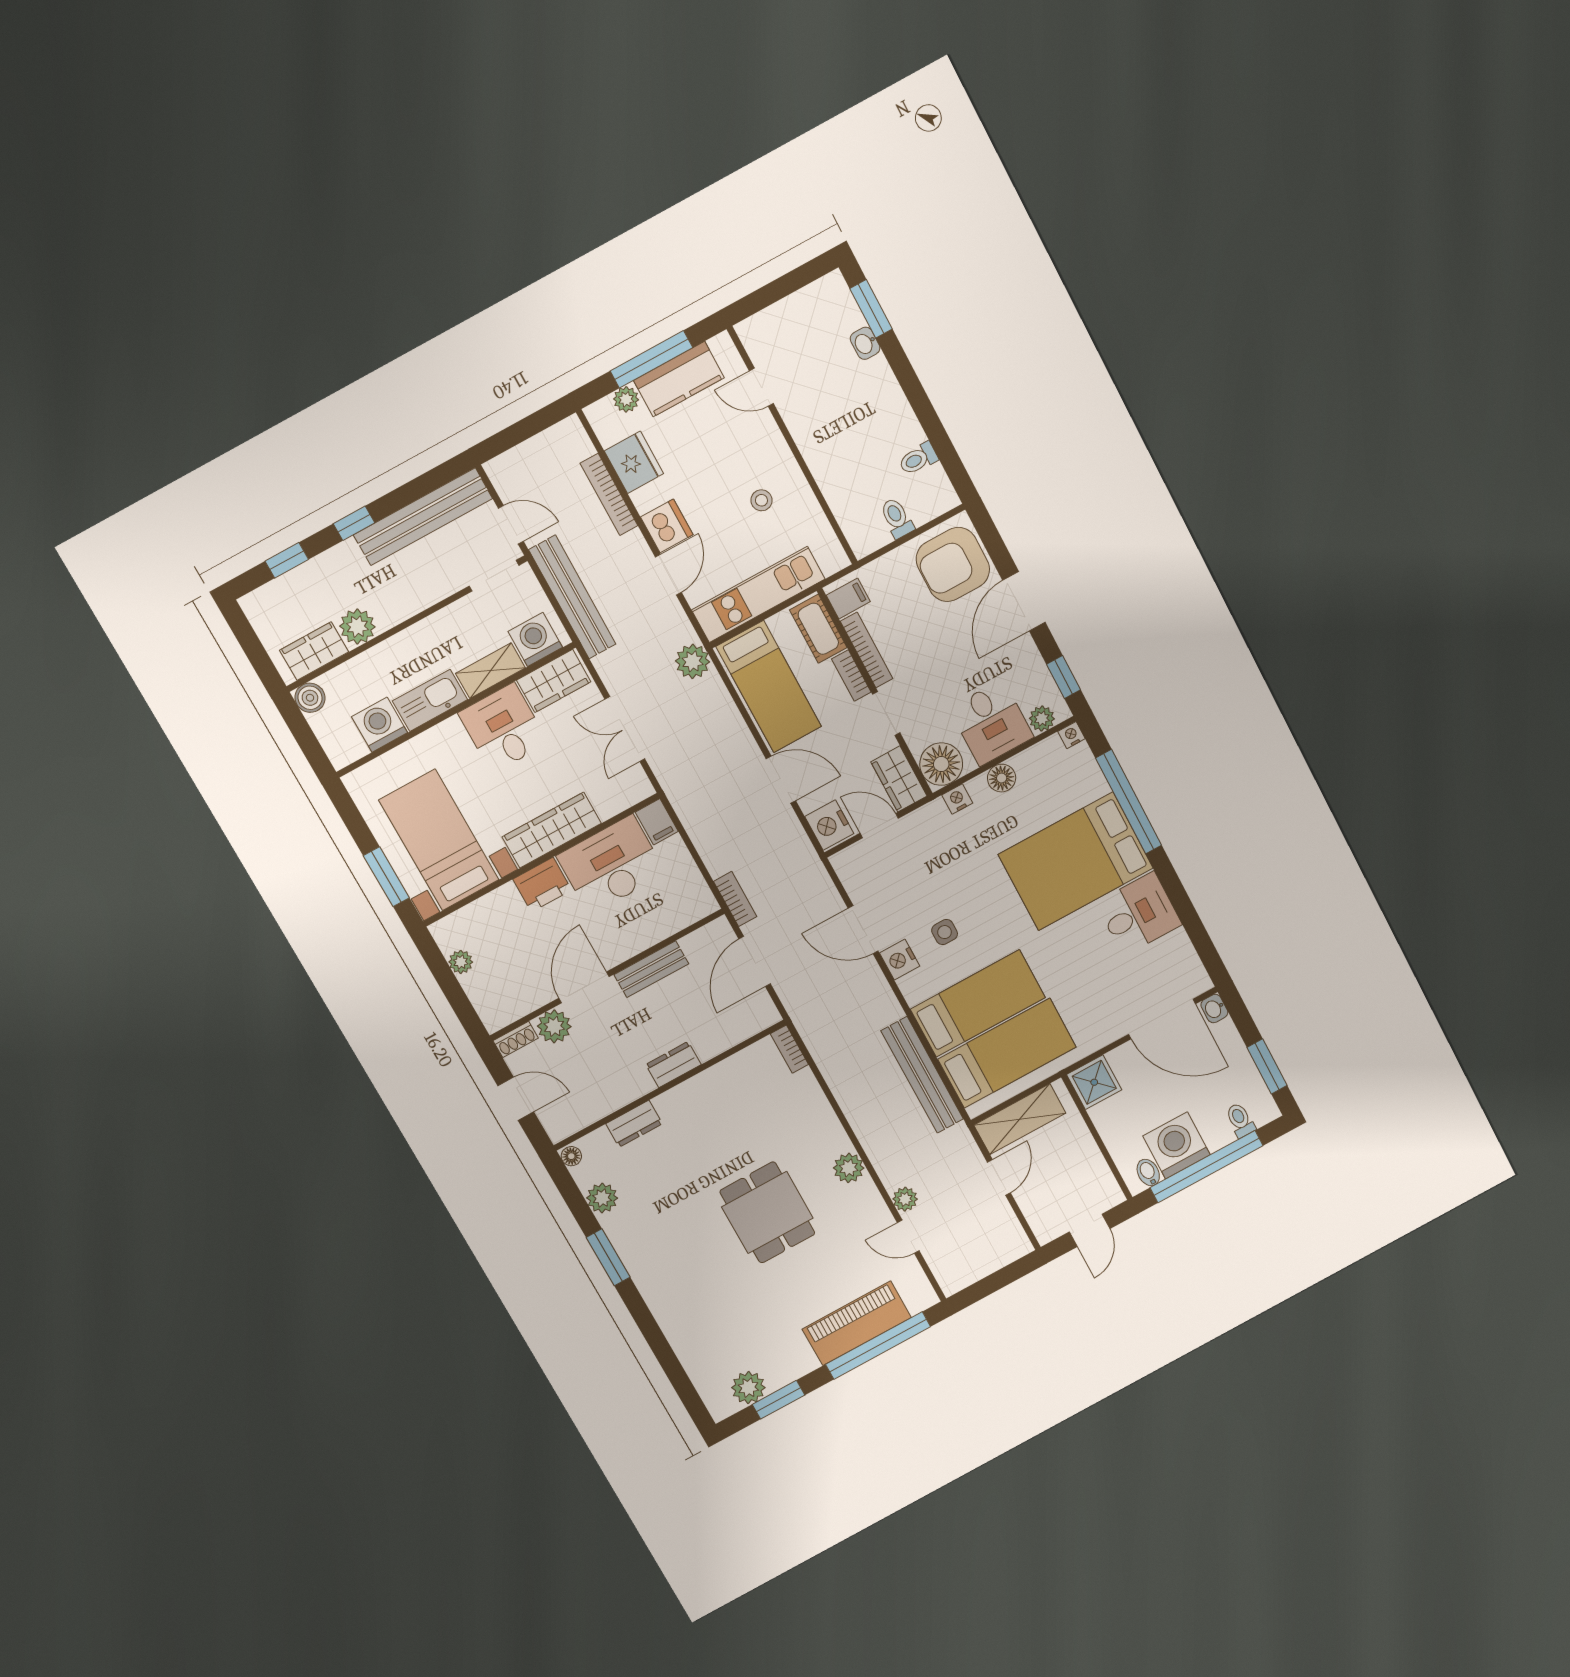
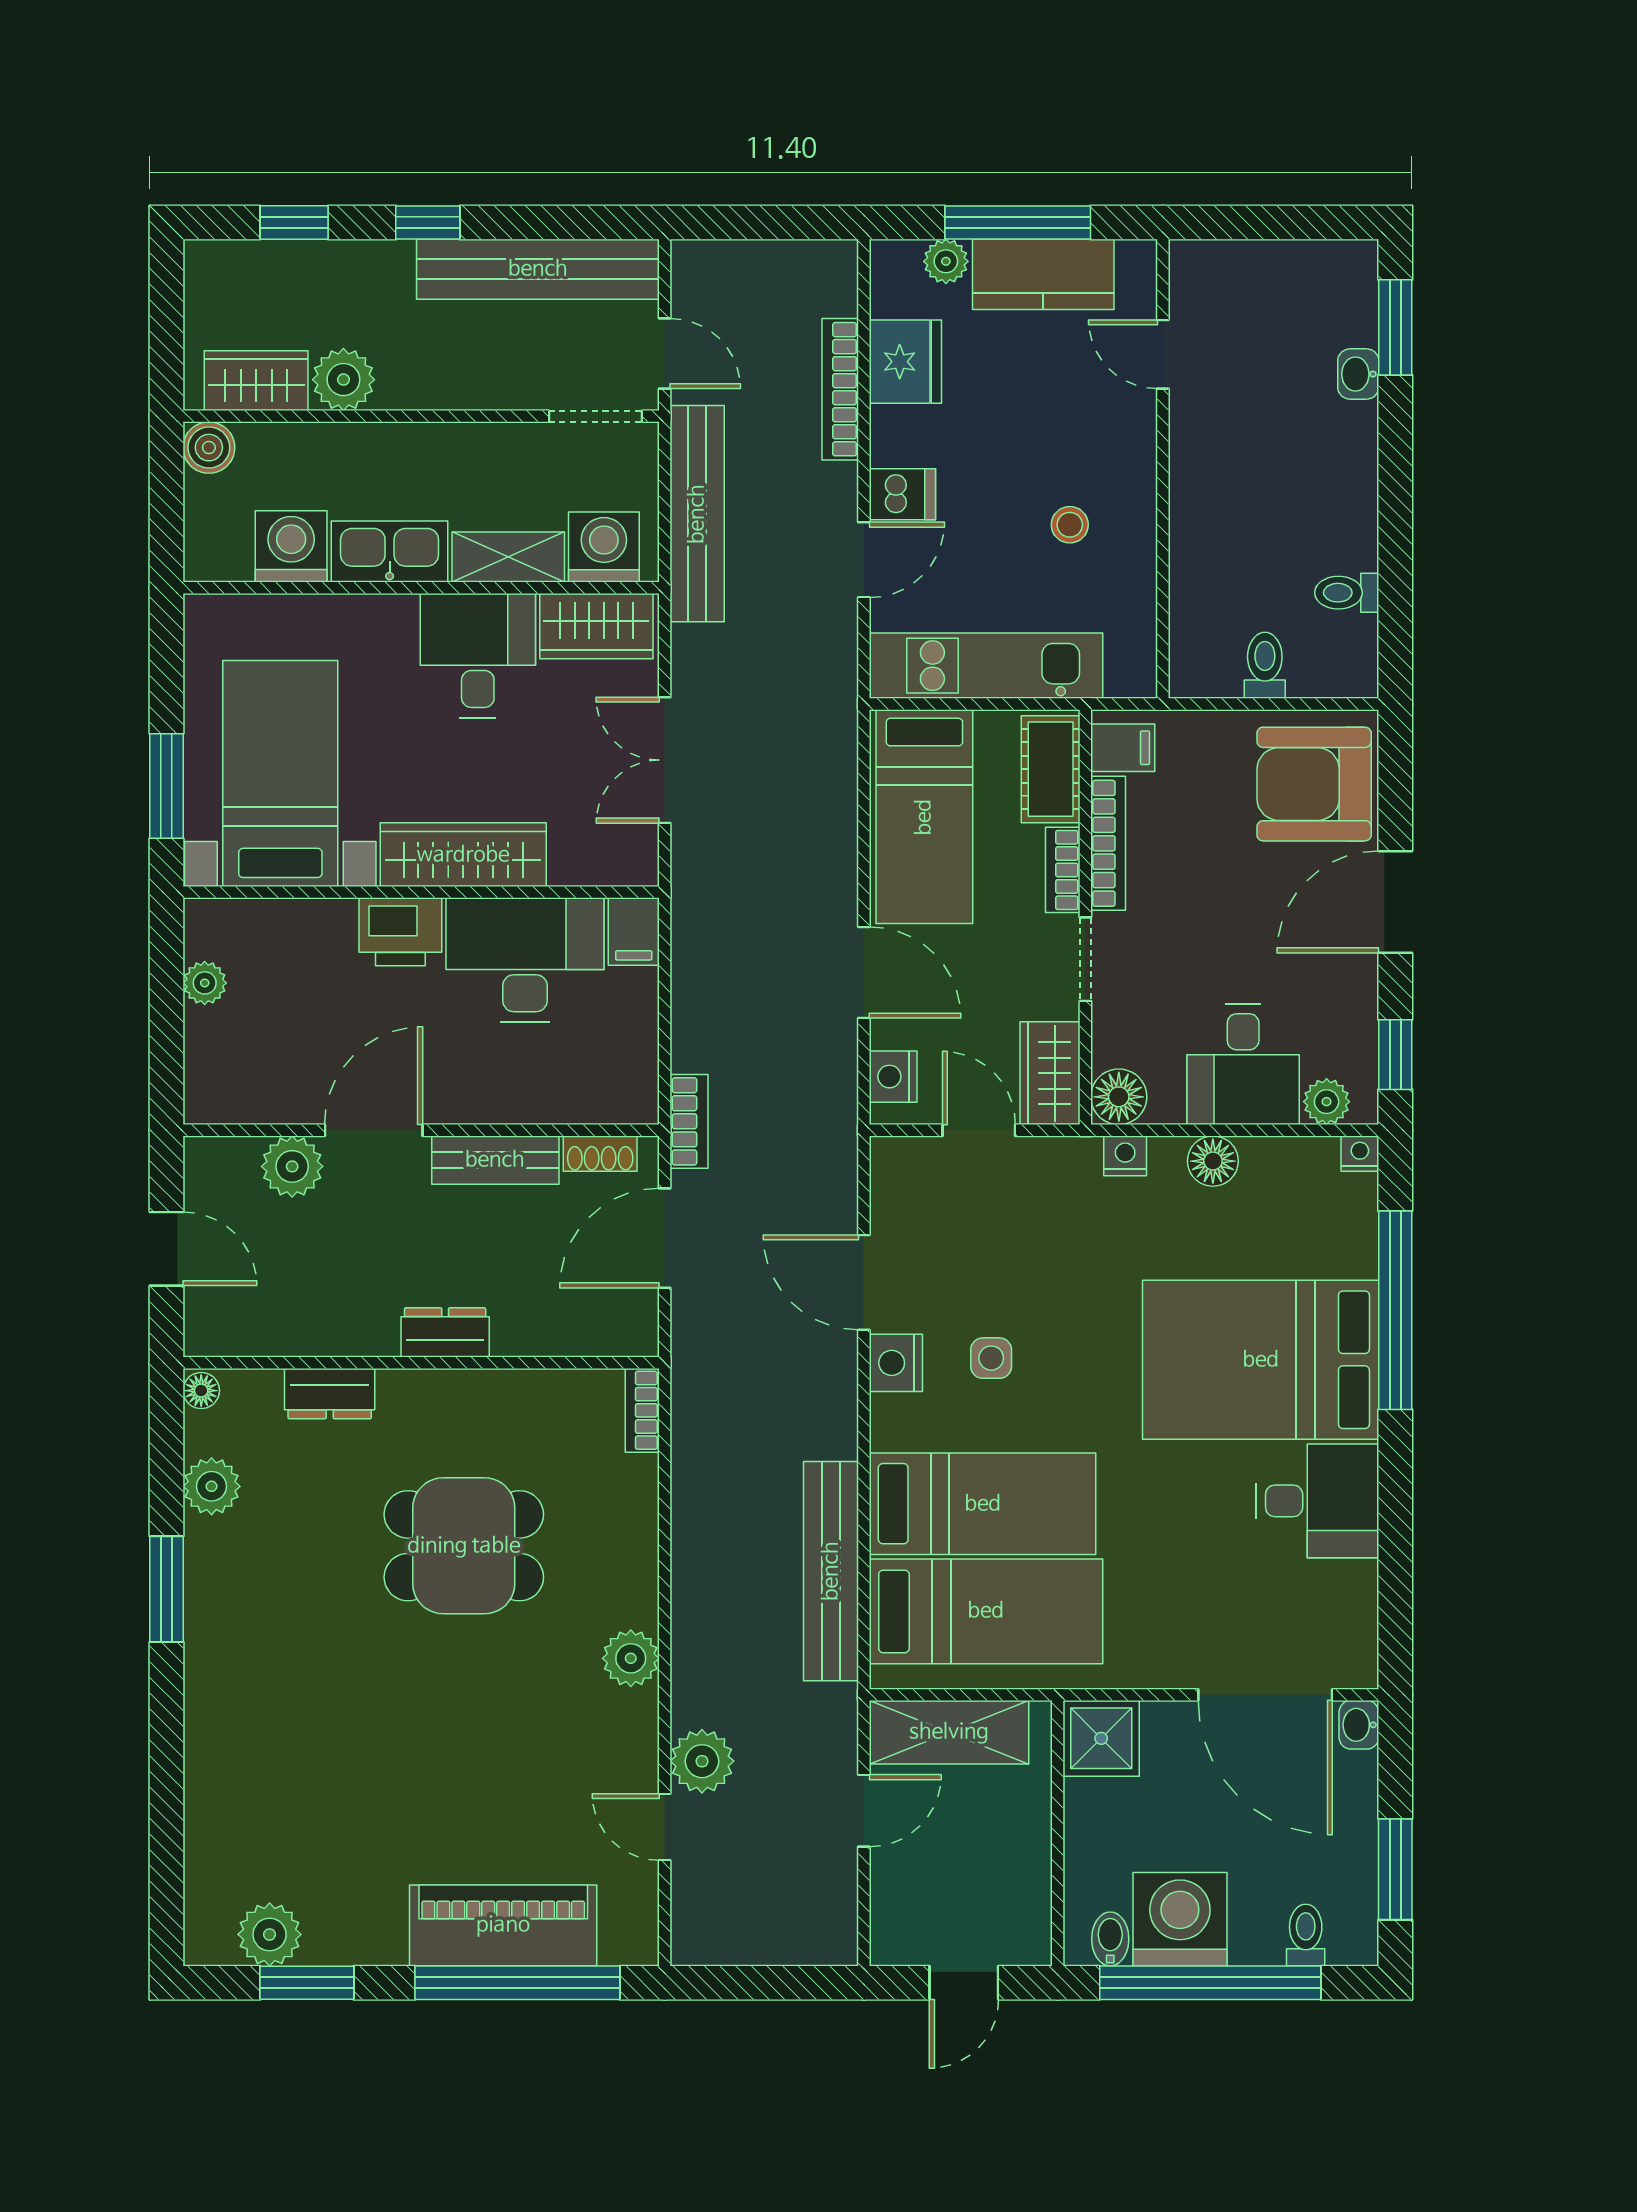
dishwasher: (667, 526) -> (902, 494), width x0.73
plant: (693, 661) -> (828, 713), removed
floor lamp: (941, 764) -> (1119, 1097), width x0.73, depth x0.73
nightstand: (829, 825) -> (893, 1077), width x0.74, depth x0.75
shoe rack: (516, 1039) -> (600, 1154), moved
plant: (905, 1199) -> (702, 1761), width x1.38, depth x1.38
dining table: (767, 1212) -> (464, 1546), moved, turned 90

